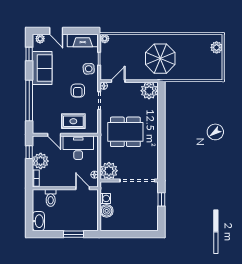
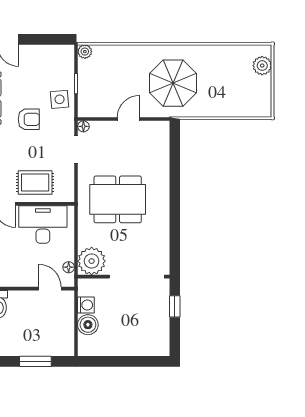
fireplace: (83, 40) -> (50, 55), removed
door: (118, 81) -> (128, 119), moved
armchair: (78, 91) -> (29, 119), moved, turned -90
plant: (149, 91) -> (155, 134), removed

